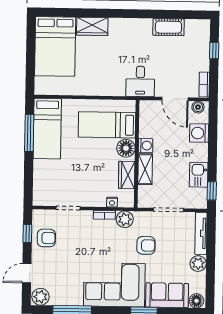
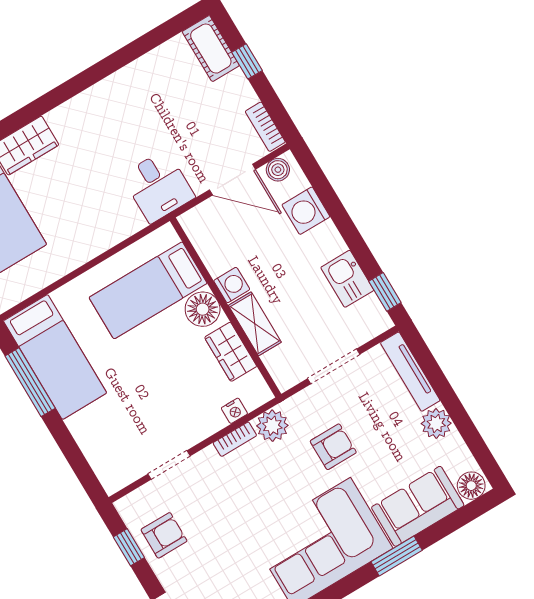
cot: (168, 27) -> (211, 49), moved, turned 90

